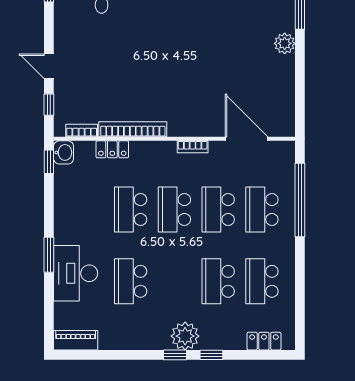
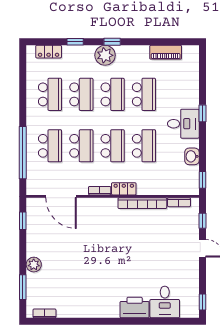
window: (300, 105) -> (23, 221), added
locker: (112, 149) -> (124, 189), moved
washbasin: (64, 152) -> (192, 156), moved
window: (49, 255) -> (202, 113), width x0.67
desk: (76, 273) -> (183, 124), moved, width x0.73
school desk: (174, 281) -> (113, 94), added
piano: (76, 340) -> (166, 52), moved
window: (211, 355) -> (75, 42), moved

